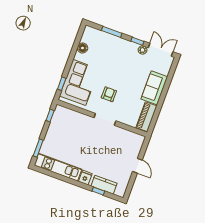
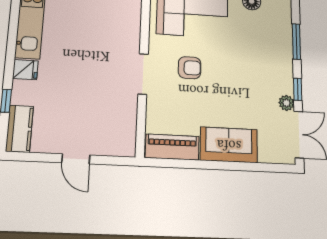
door: (137, 166) -> (76, 159), hinge flipped
kitchen counter: (104, 185) -> (19, 129), moved

